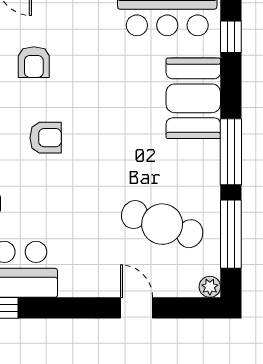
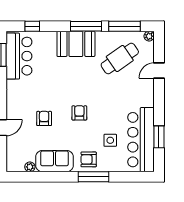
armchair: (34, 62) -> (44, 118), turned -90
booth: (193, 98) -> (76, 44), moved
cafe table: (162, 224) -> (120, 58), turned 36

